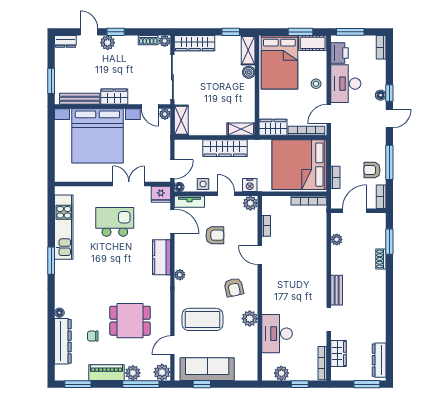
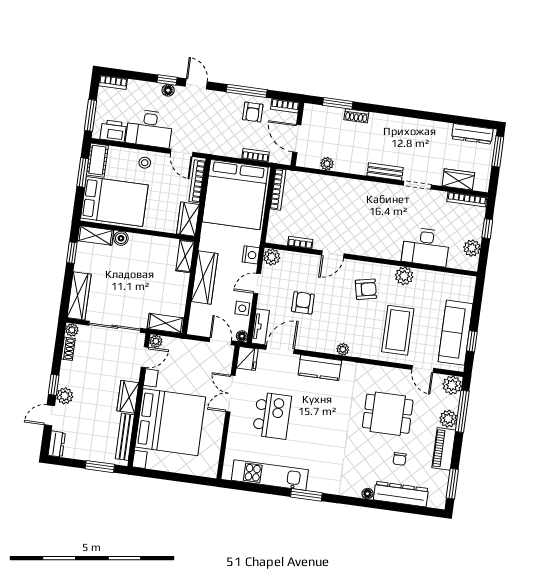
kitchen island: (115, 222) -> (272, 416), turned 180
dining table: (130, 321) -> (388, 414), turned 90

